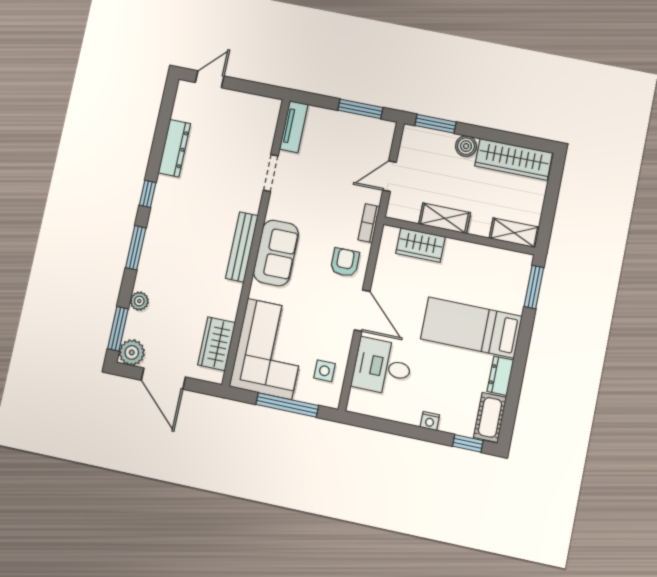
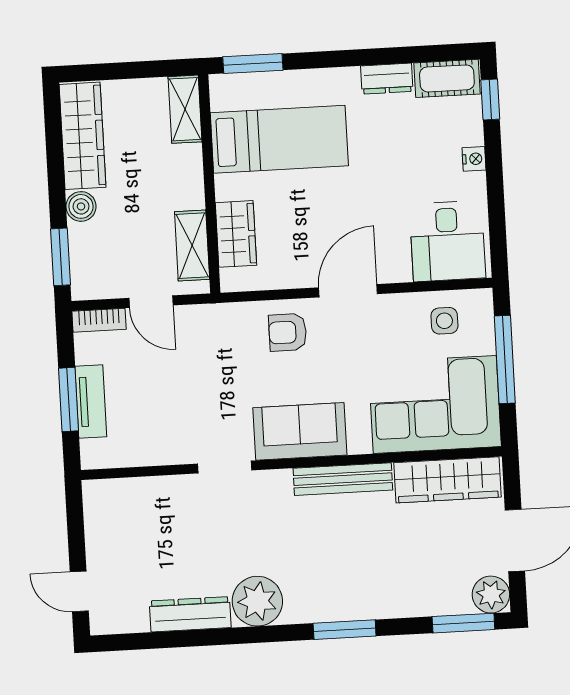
window: (360, 109) -> (69, 400), moved
tv unit: (294, 127) -> (91, 402), moved, turned 90
doorway: (271, 173) -> (225, 467), moved
window: (148, 194) -> (265, 634), removed
shelving: (445, 218) -> (192, 246), moved
bookcase: (369, 223) -> (99, 320), moved
bench: (242, 247) -> (343, 479), moved
plant: (139, 301) -> (257, 601), moved, width x1.88, depth x1.88
bed: (471, 328) -> (279, 139), moved, turned -90
wardrobe: (217, 344) -> (447, 480), width x1.50
desk: (382, 367) -> (448, 241), moved

